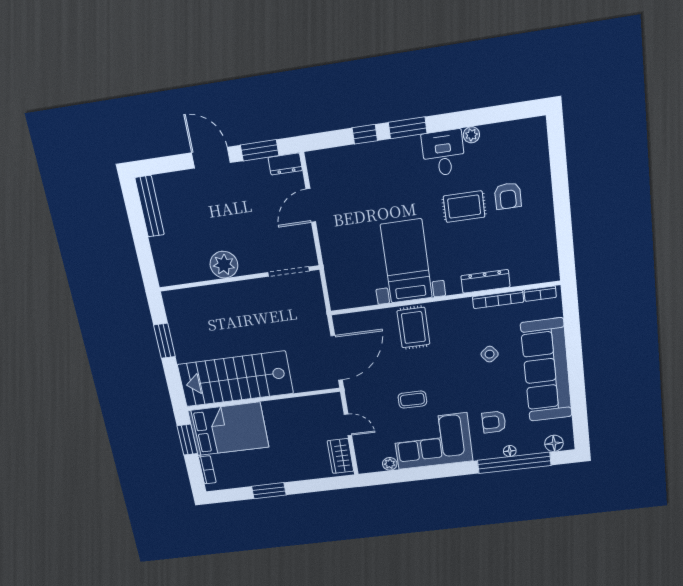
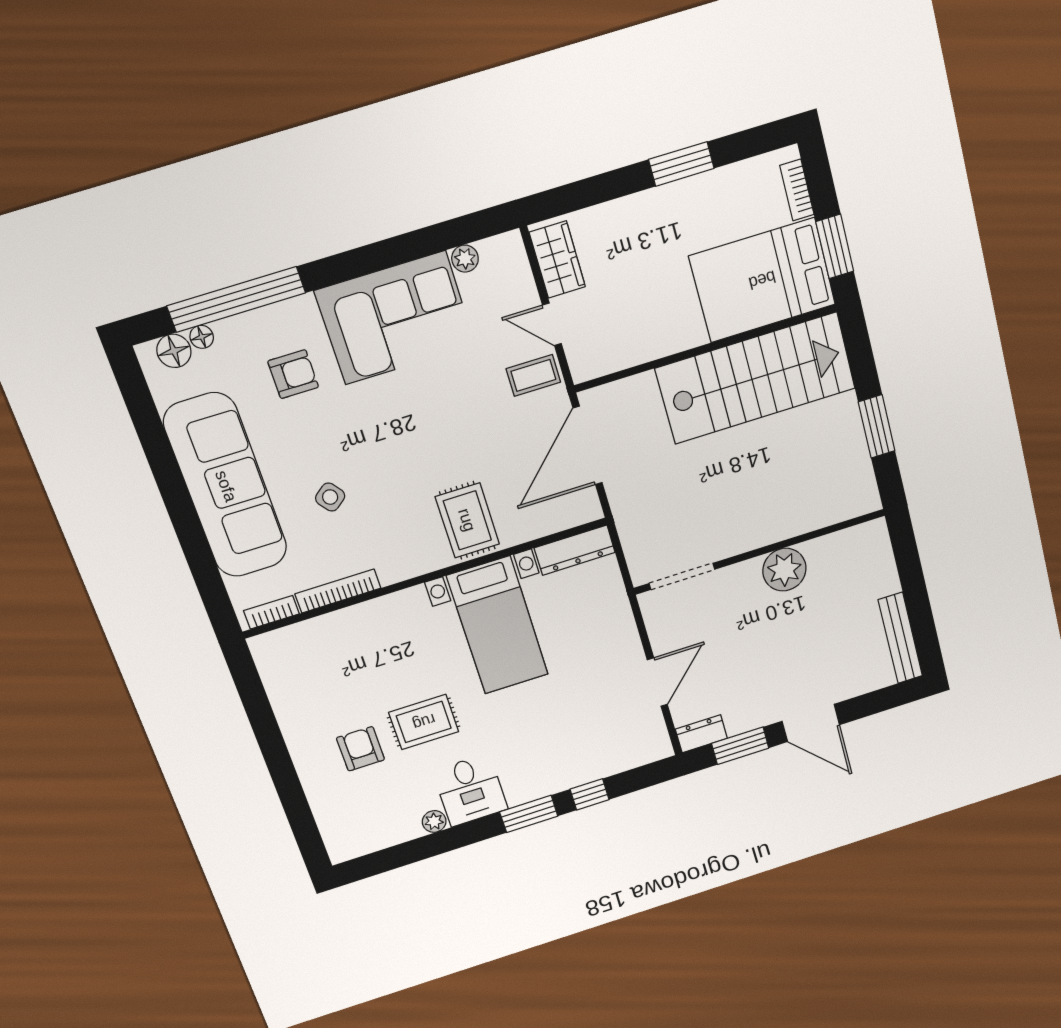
dresser: (485, 281) -> (575, 550), moved
coffee table: (412, 400) -> (533, 375), moved
floor lamp: (510, 451) -> (202, 337), moved

